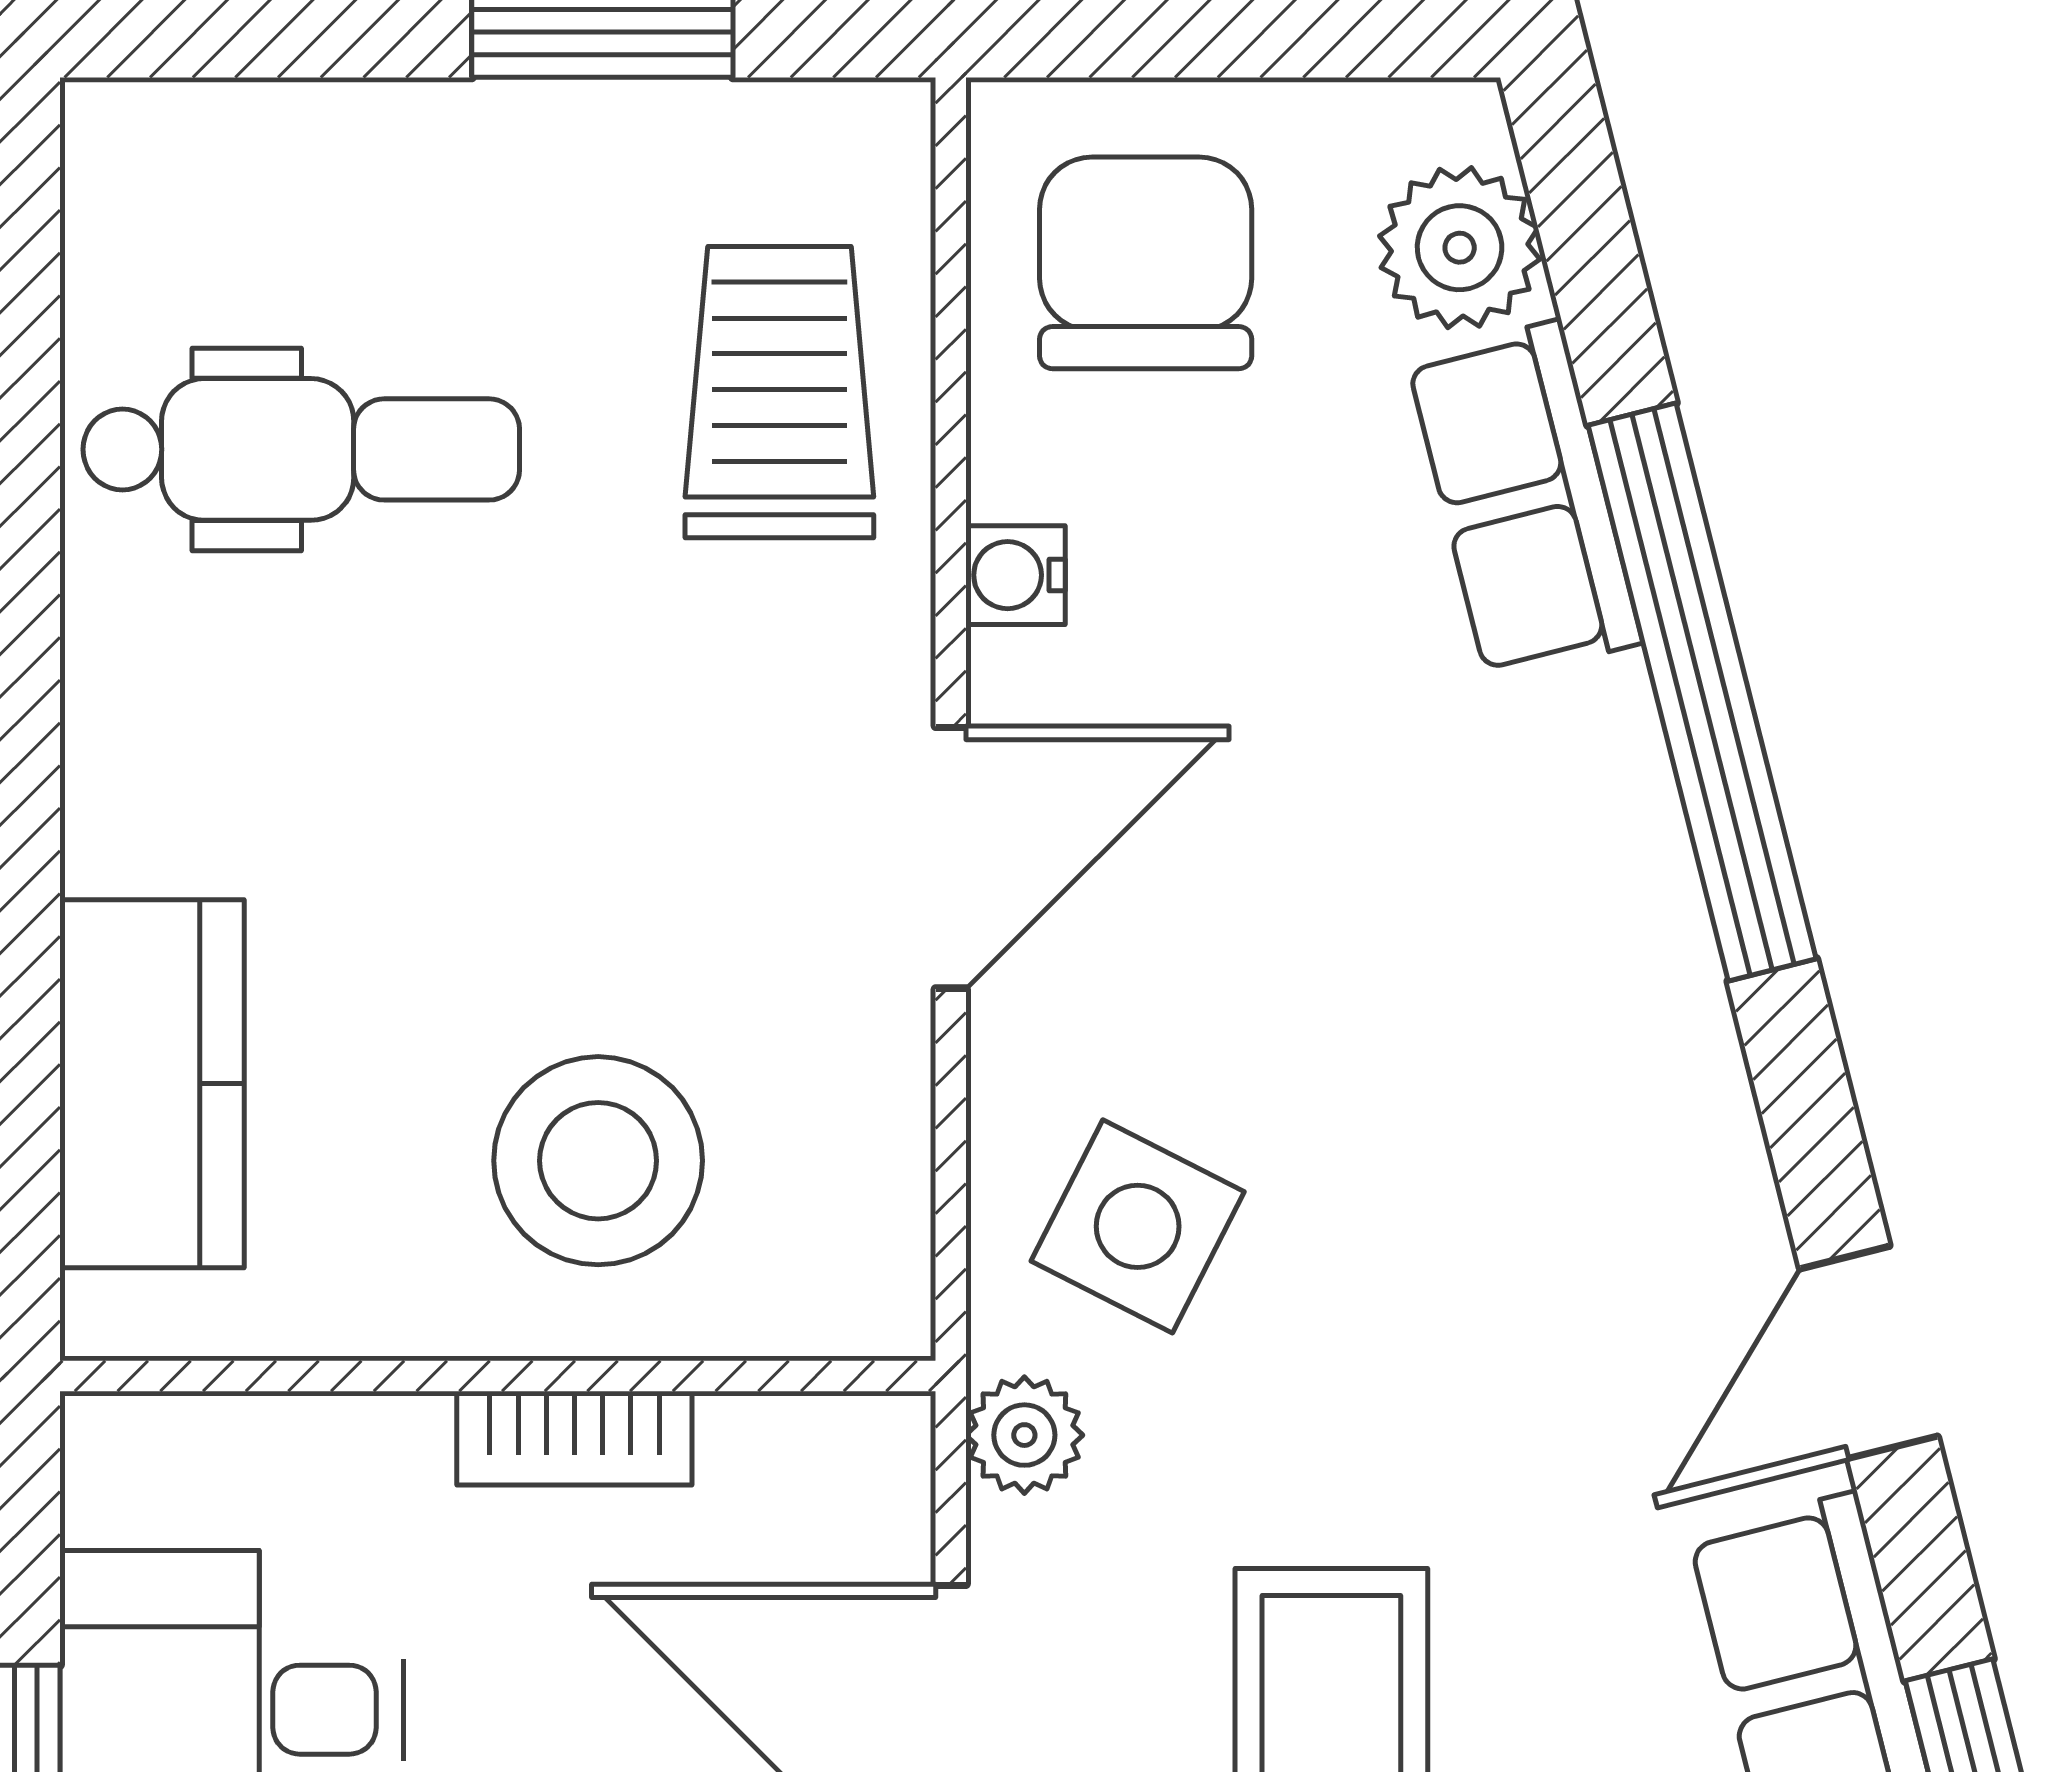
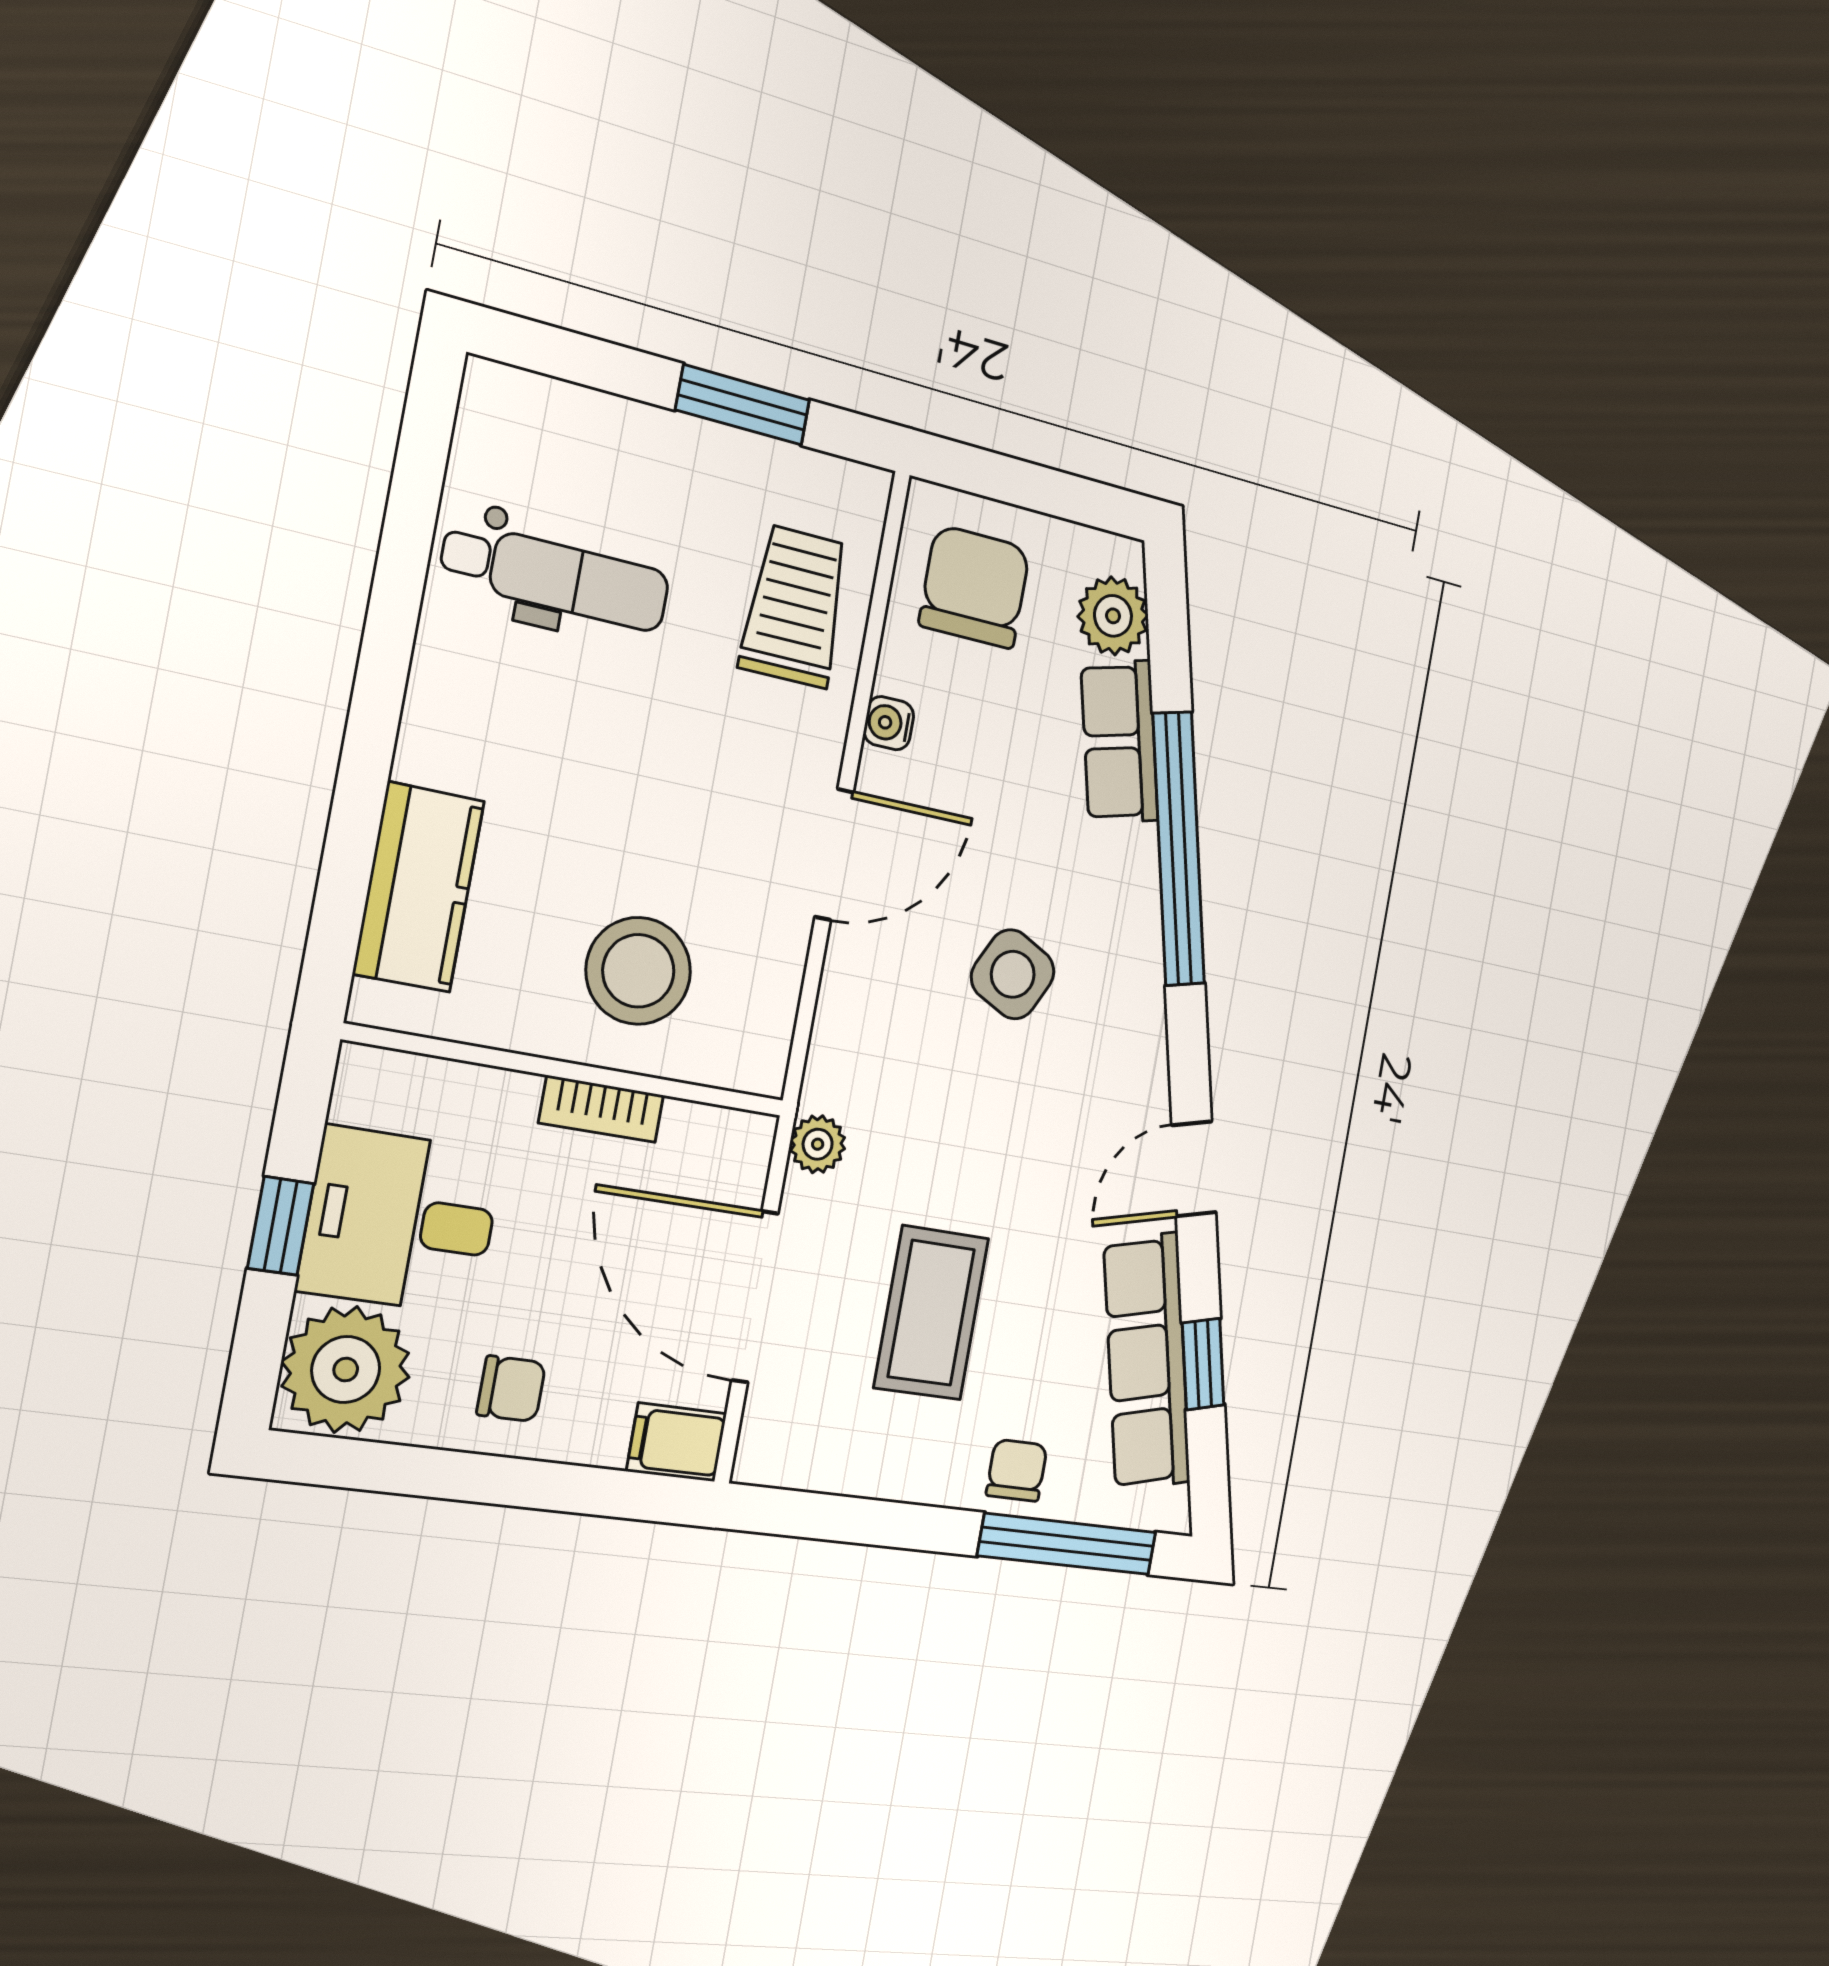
side table: (1138, 1226) -> (1013, 974), moved

